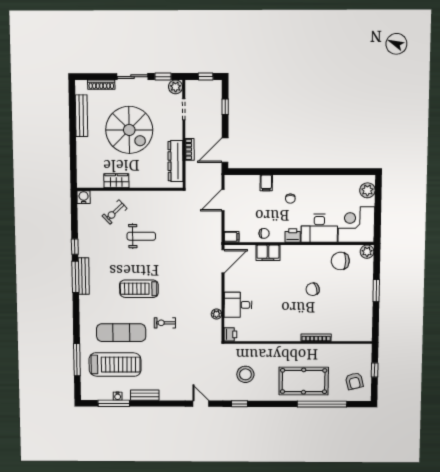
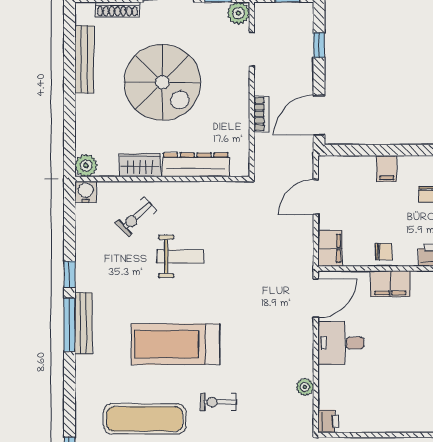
dresser: (175, 161) -> (196, 165), moved, turned 90
plant: (84, 181) -> (86, 166), added
filing cabinet: (232, 237) -> (330, 248), width x2.00
treadmill: (139, 289) -> (175, 344), width x1.37, depth x1.38
desk: (238, 305) -> (341, 343), moved

